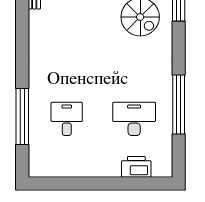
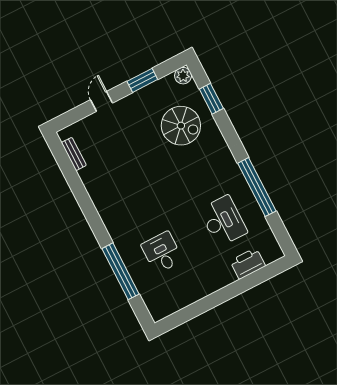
desk: (134, 119) -> (223, 221), turned 90

